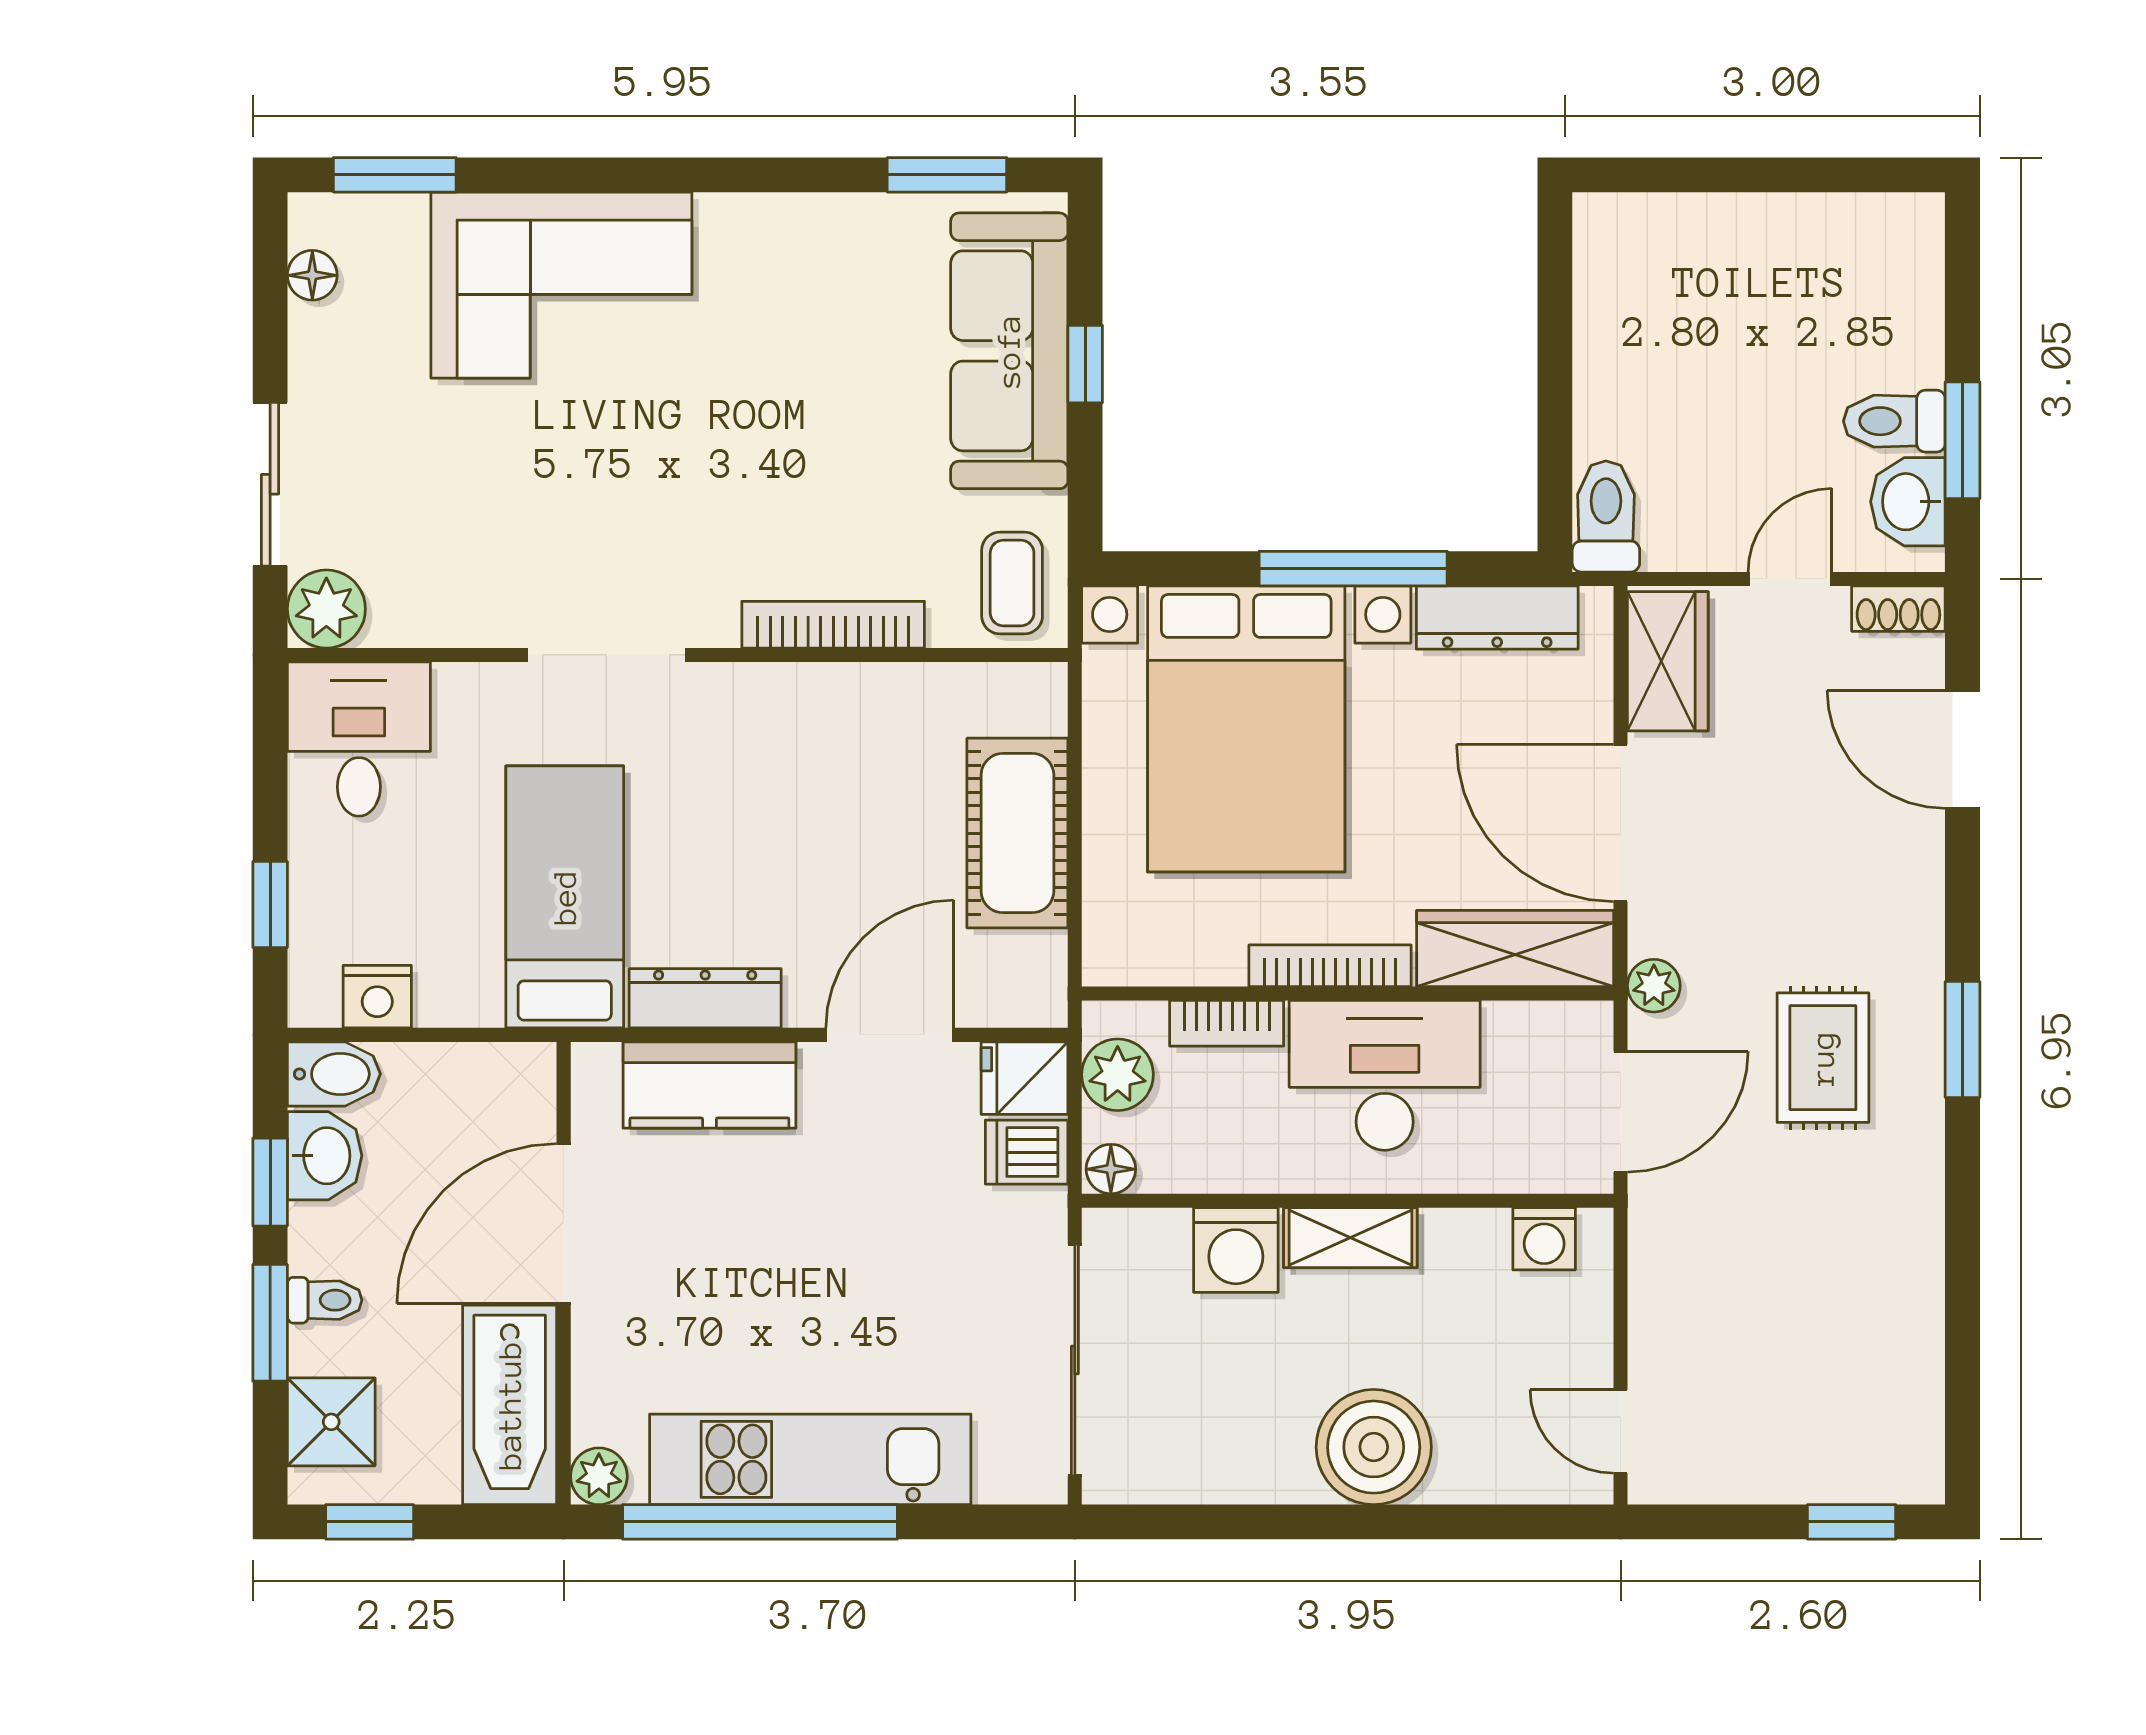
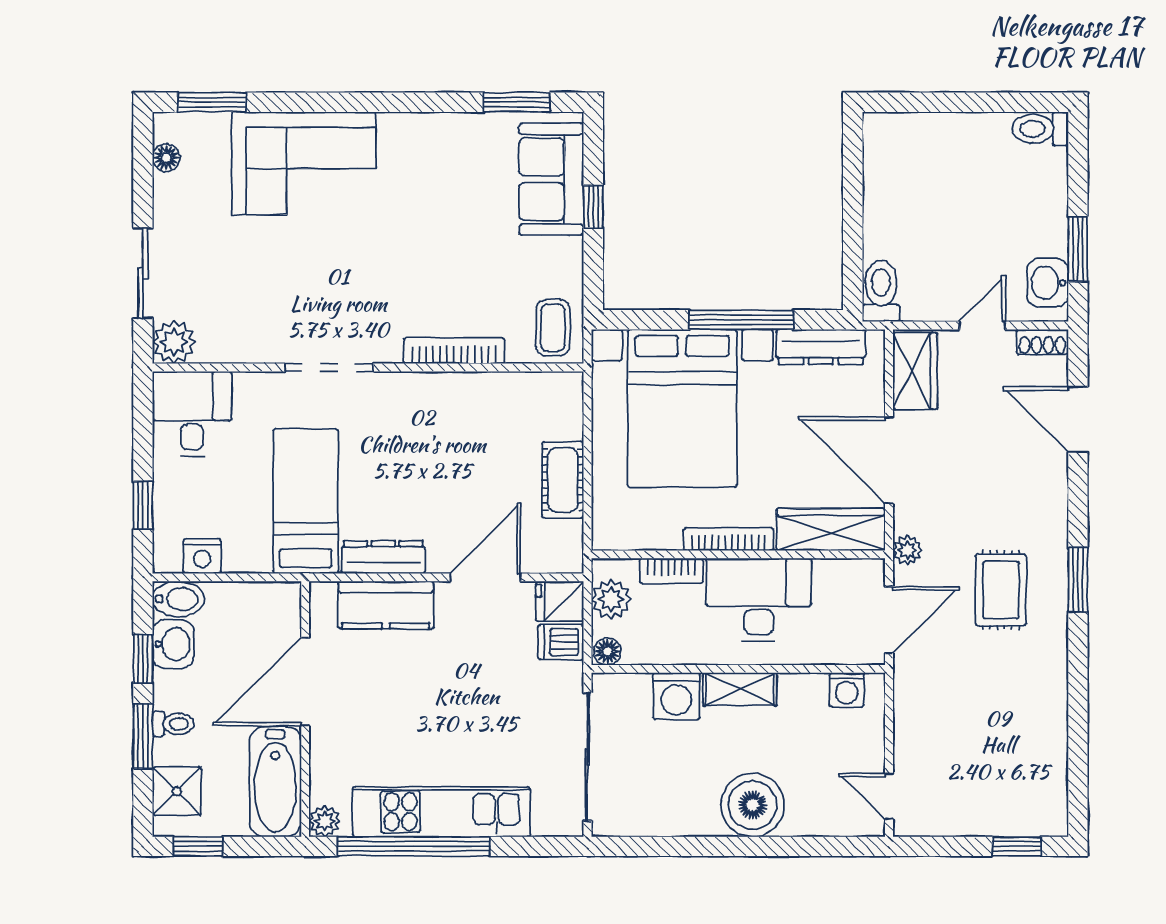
sofa: (1009, 351) -> (551, 179), width x0.73
toilet: (1894, 421) -> (1040, 129), moved
cot: (1017, 833) -> (563, 480), width x0.73, depth x0.75

